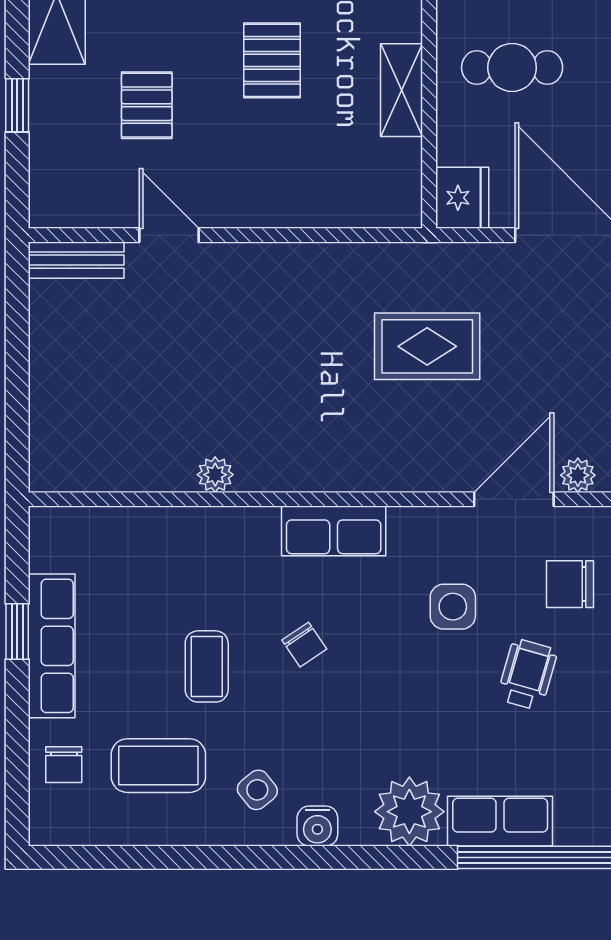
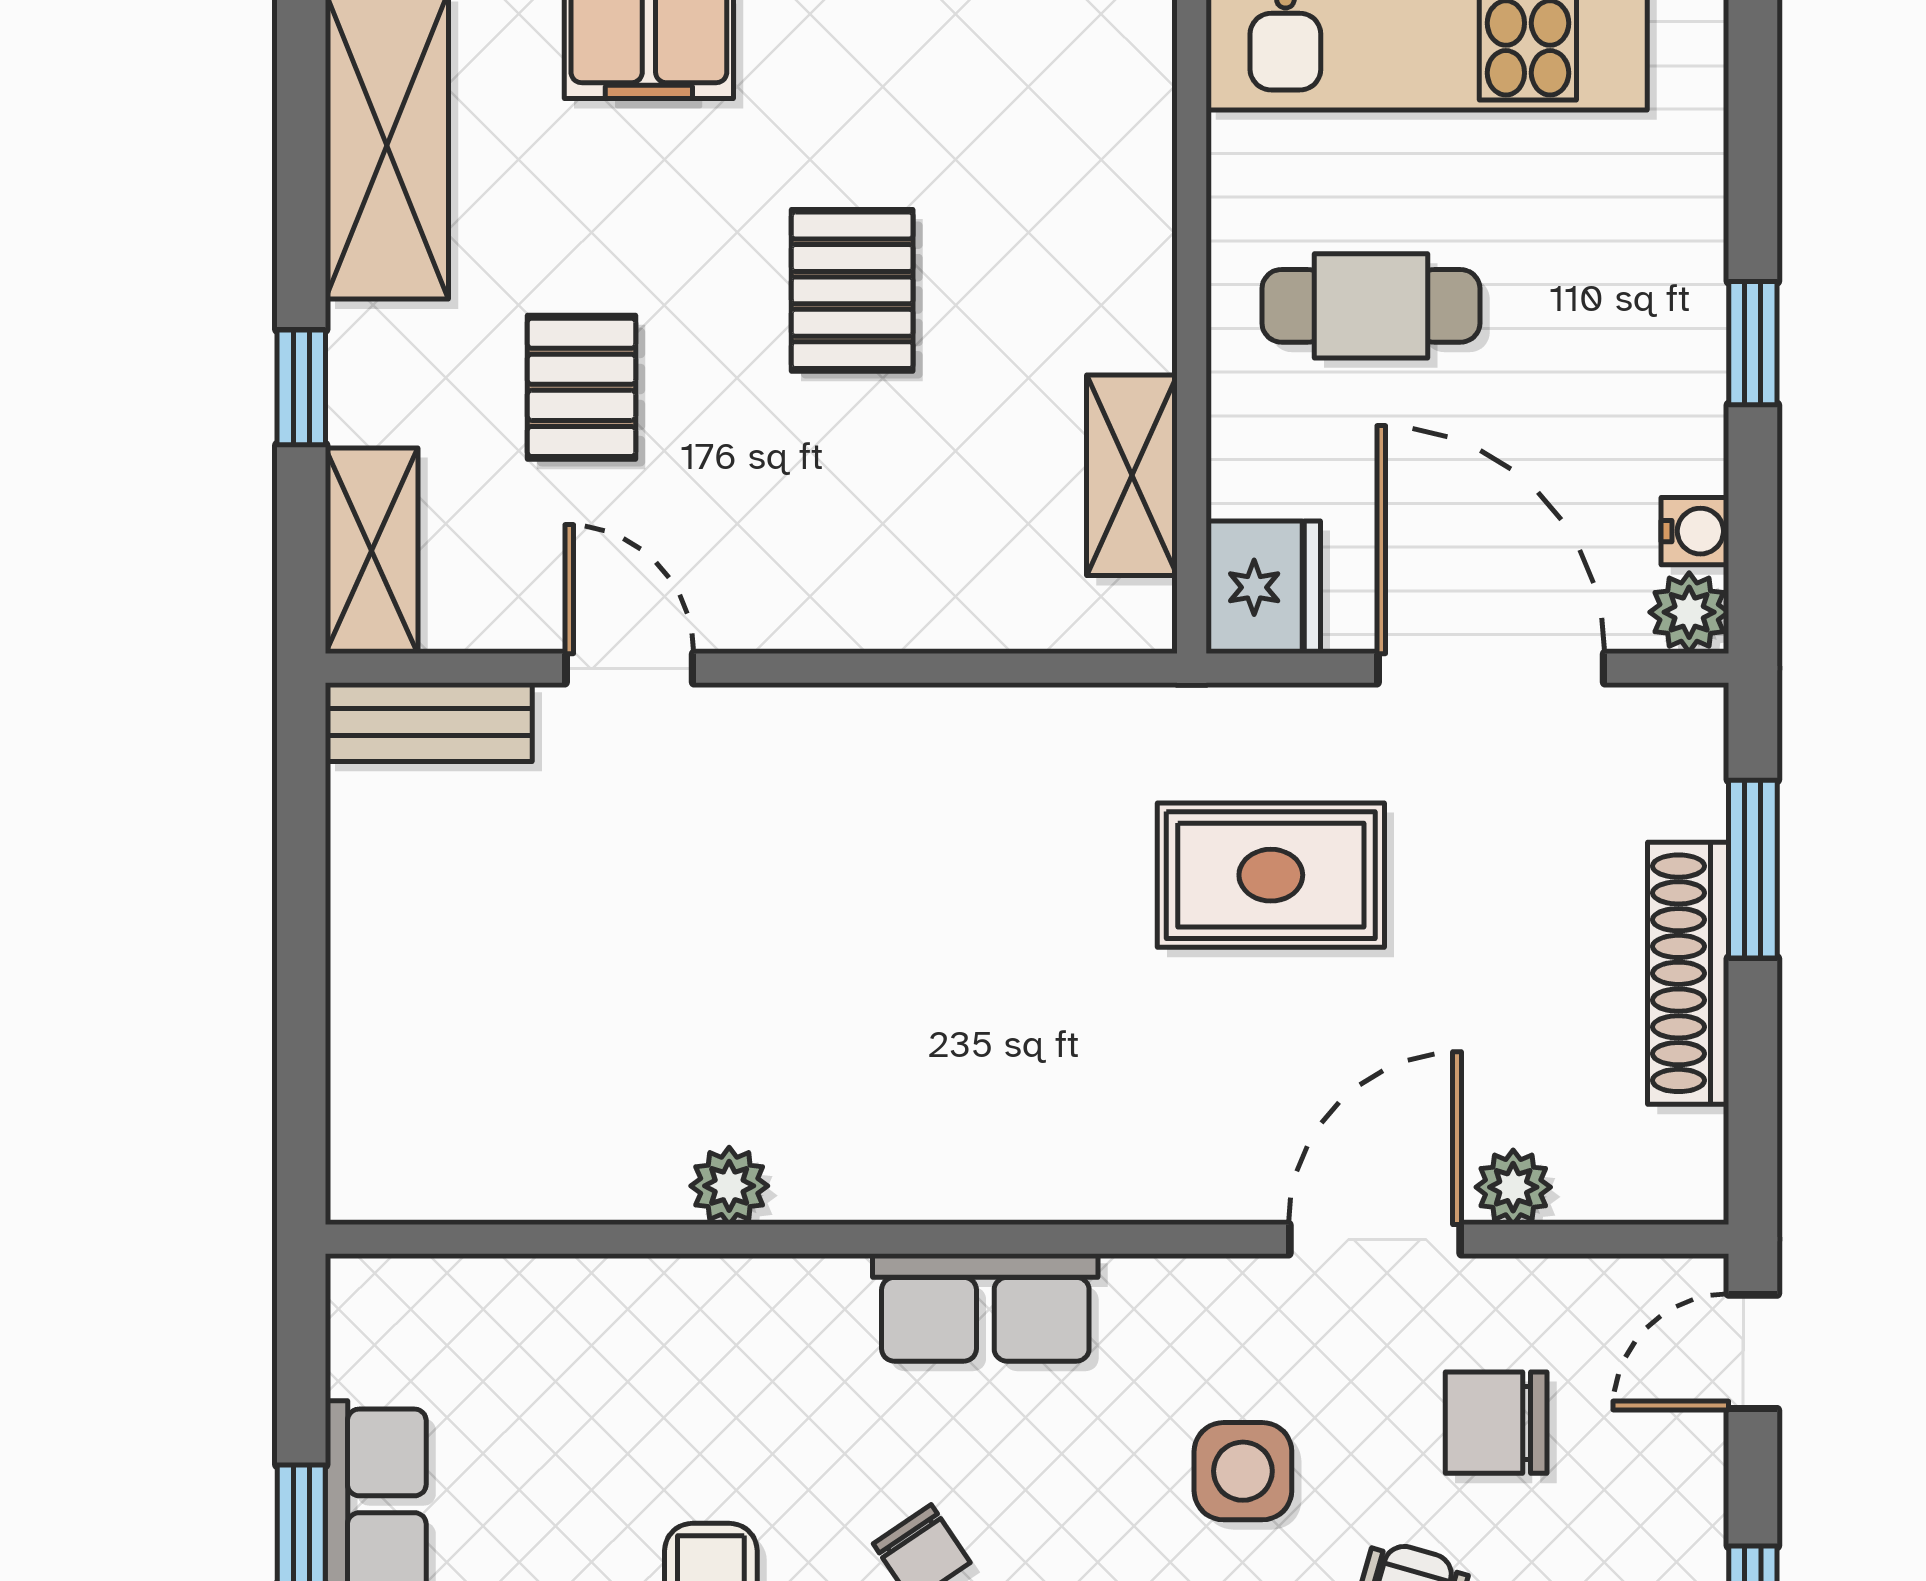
shelving: (401, 90) -> (1132, 475), moved
shelving: (50, 181) -> (372, 551), added
rug: (427, 346) -> (1271, 875), moved

